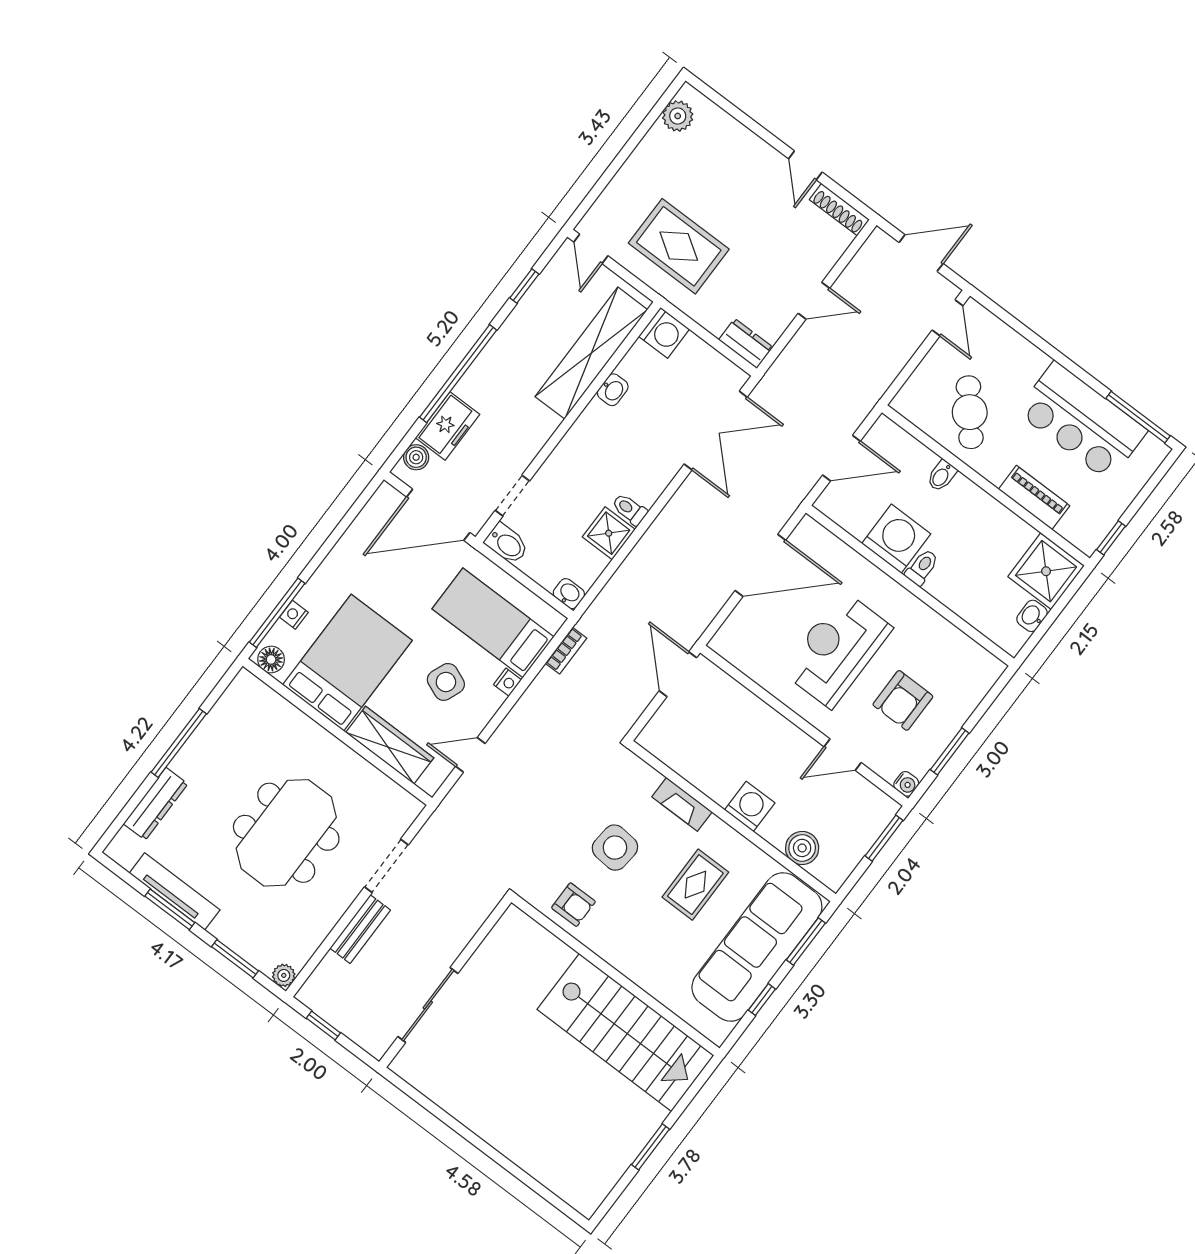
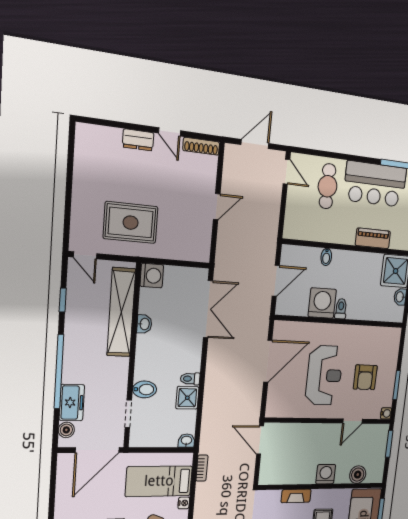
plant: (678, 116) -> (84, 146), removed
dresser: (746, 344) -> (138, 140), moved, turned 180
cafe table: (970, 412) -> (327, 186), moved, turned 40
bidet: (507, 544) -> (145, 389), moved
reception desk: (837, 649) -> (324, 375), turned 180

